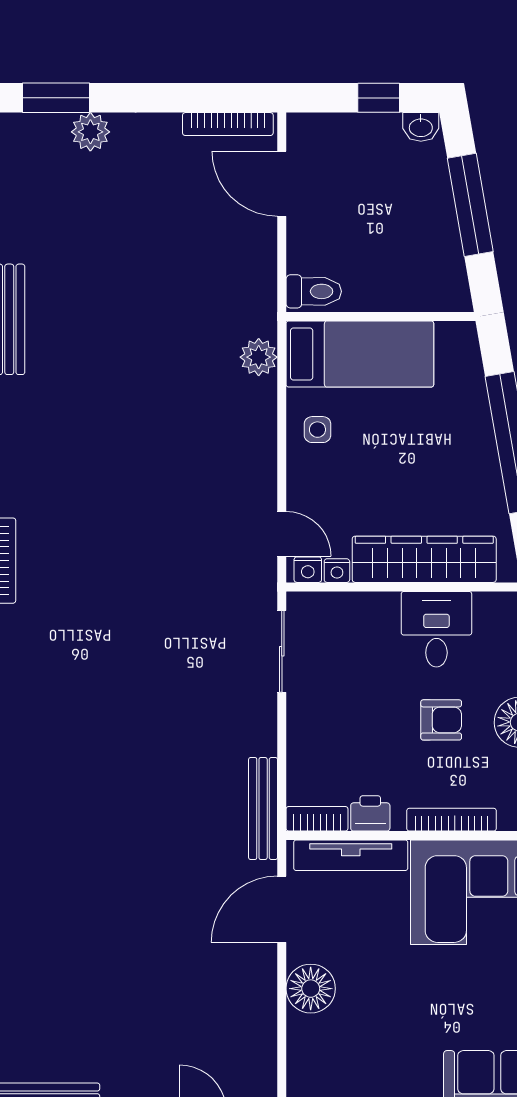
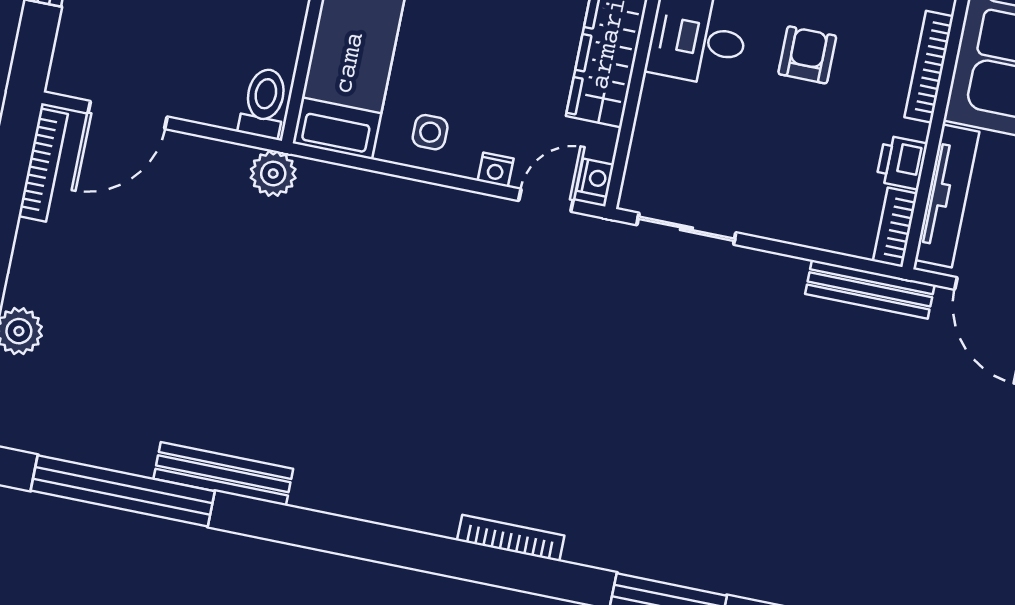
plant: (259, 357) -> (273, 173), moved
nightstand: (337, 571) -> (496, 170), moved, turned 90

